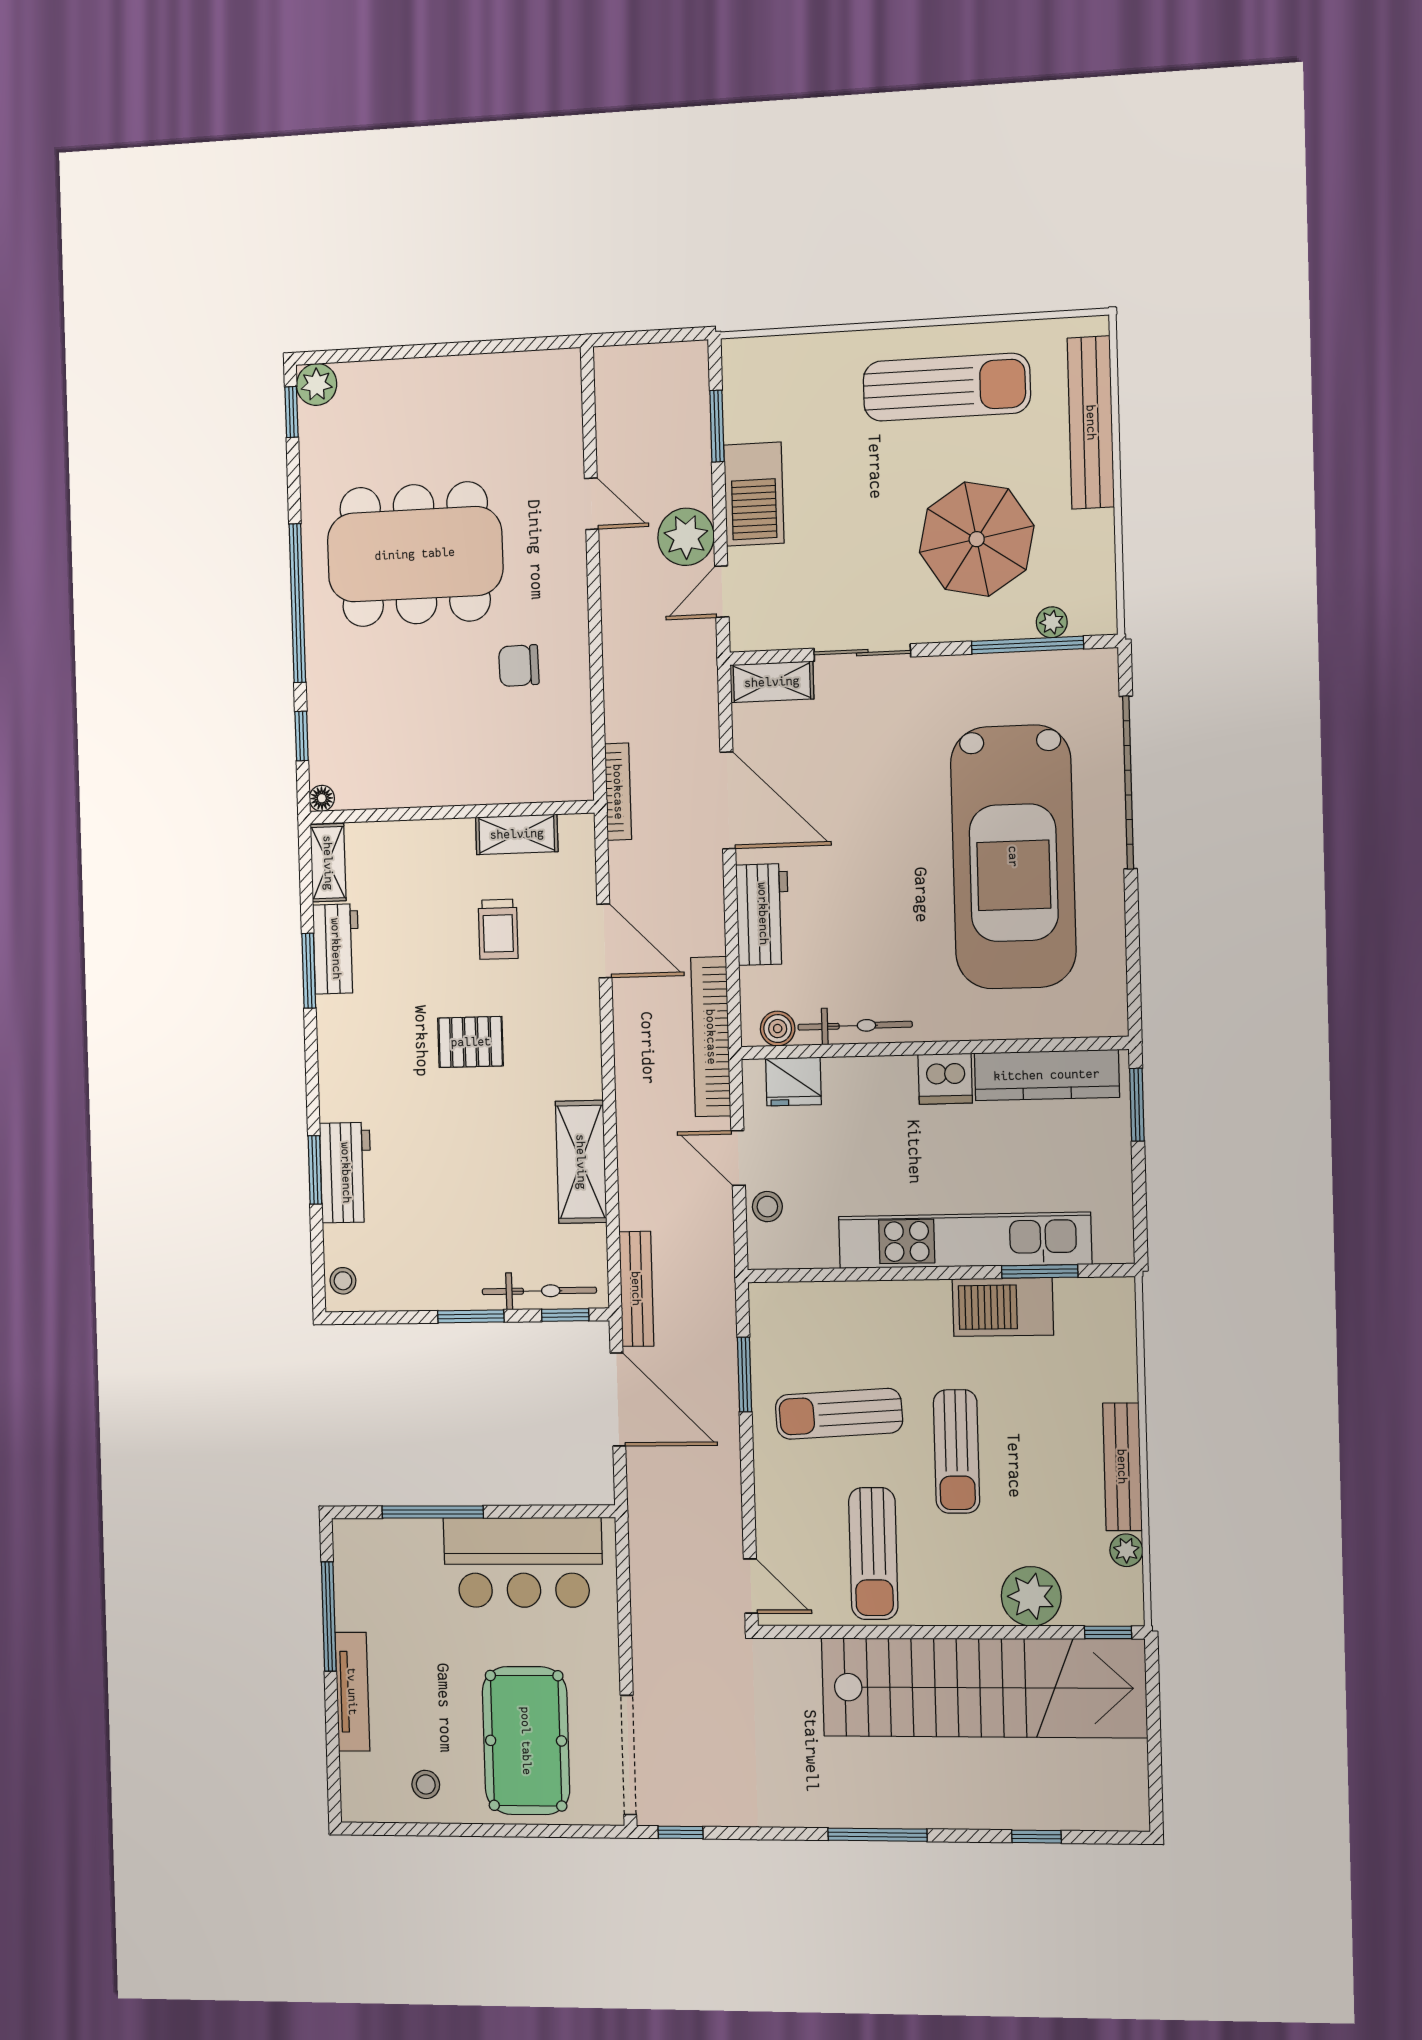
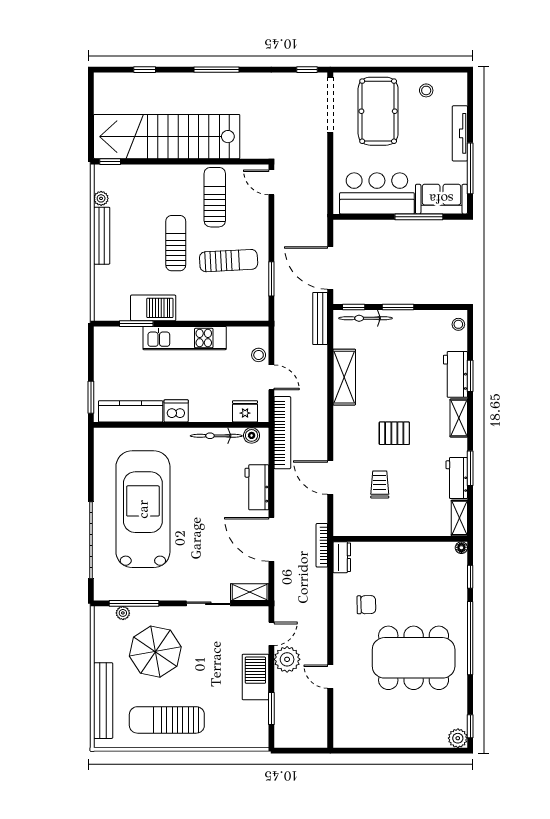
dresser: (575, 767) -> (342, 557), added
shelving: (517, 834) -> (459, 418), moved, turned 90
kitchen unit: (965, 1240) -> (185, 338), width x0.73
sofa: (387, 1550) -> (441, 199), added
plant: (1031, 1596) -> (144, 178), removed

